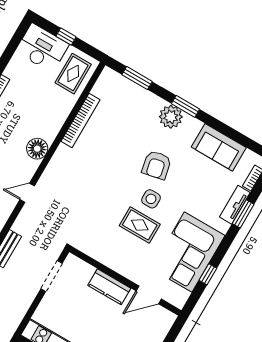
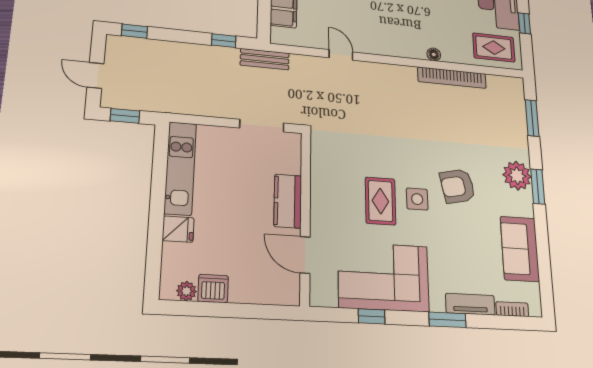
floor lamp: (37, 149) -> (434, 54), moved, width x0.53, depth x0.53
window: (243, 214) -> (447, 320), moved

